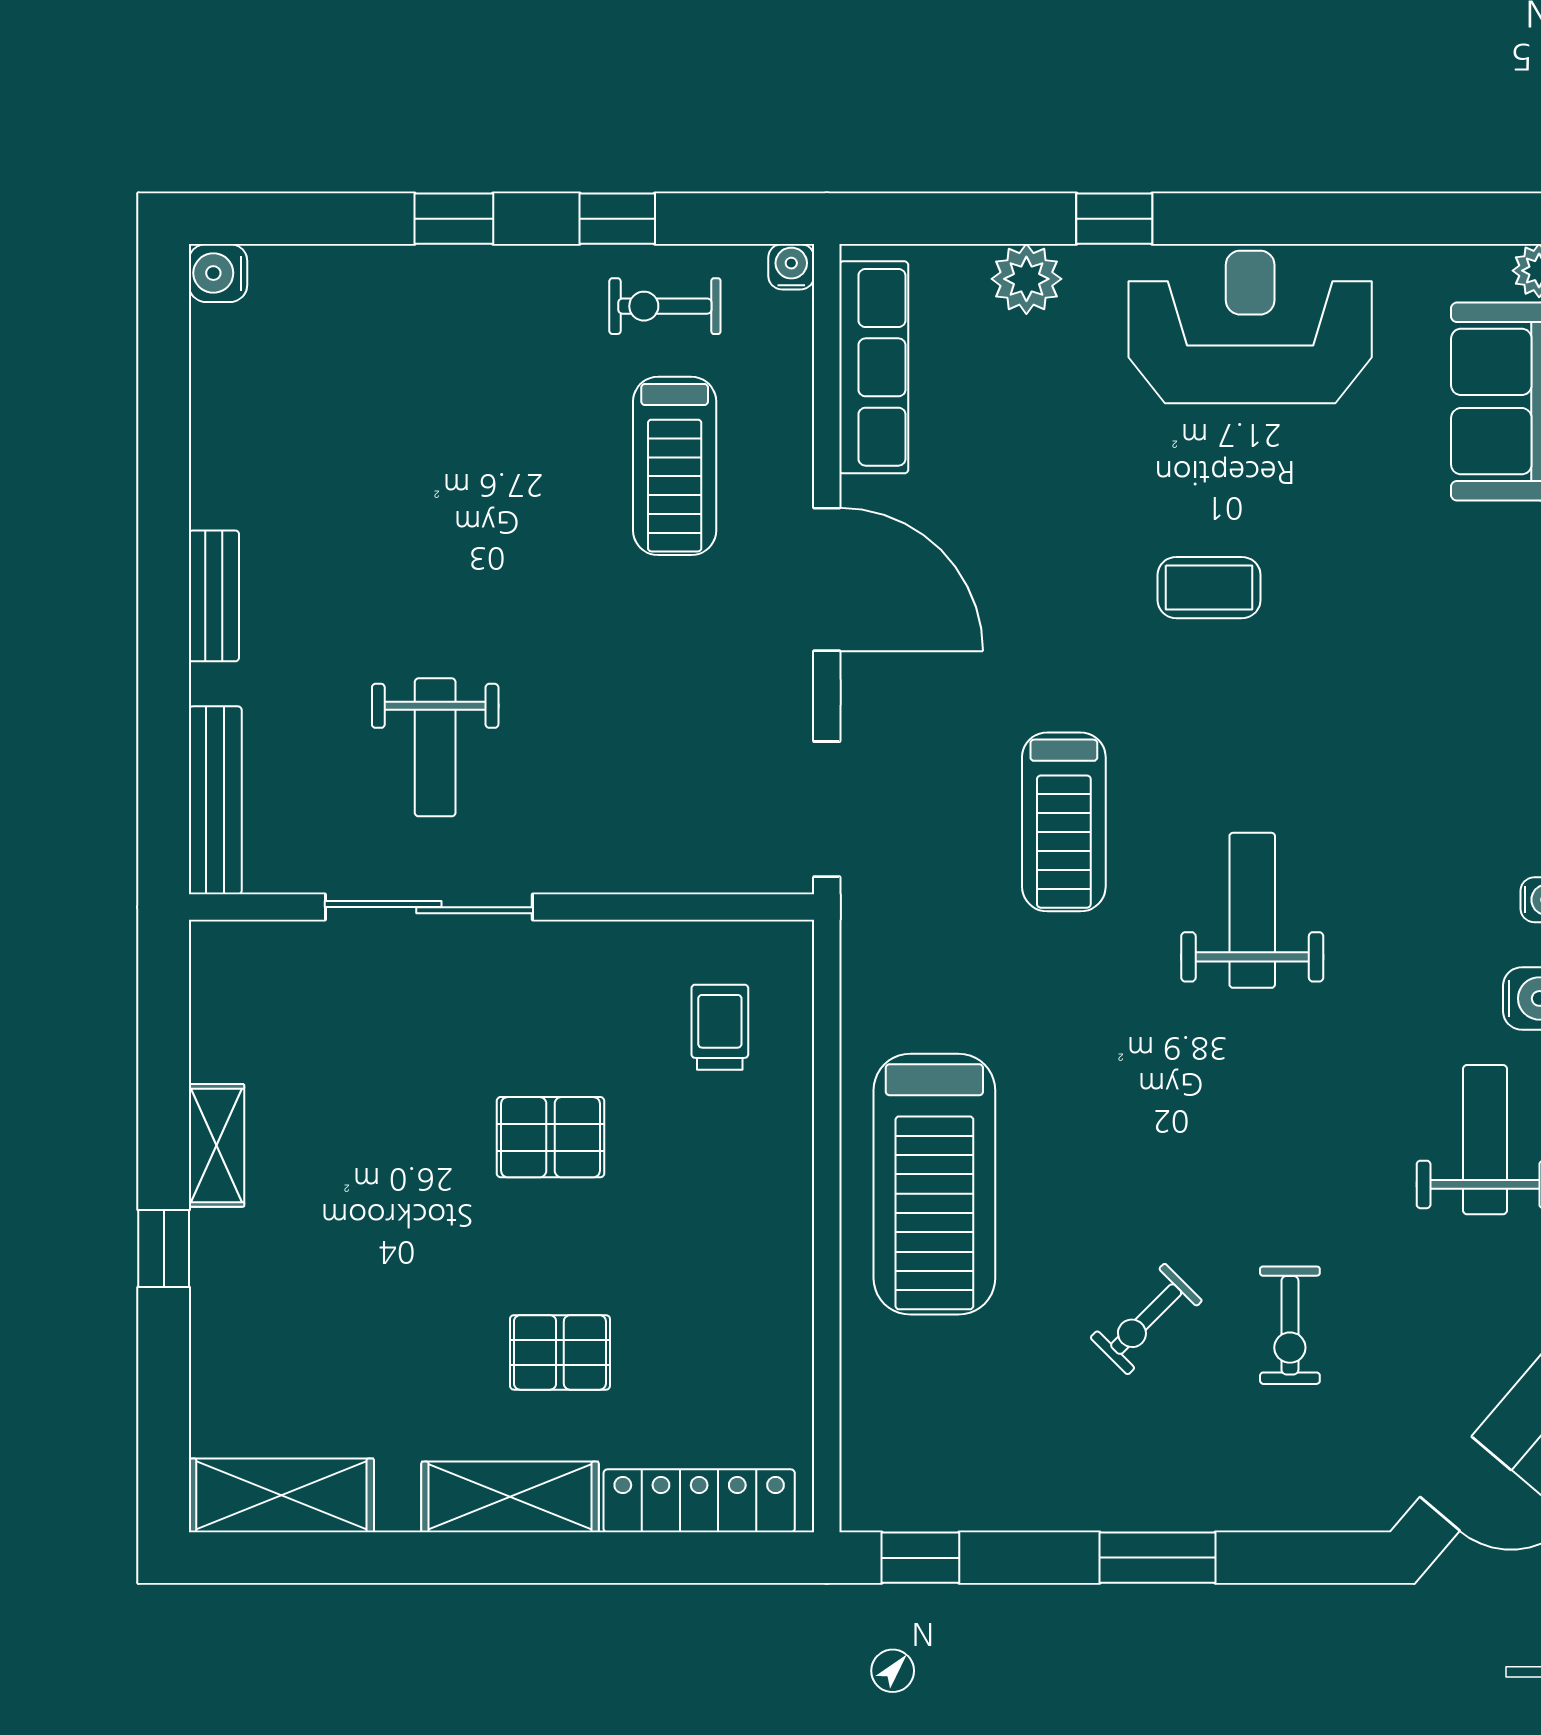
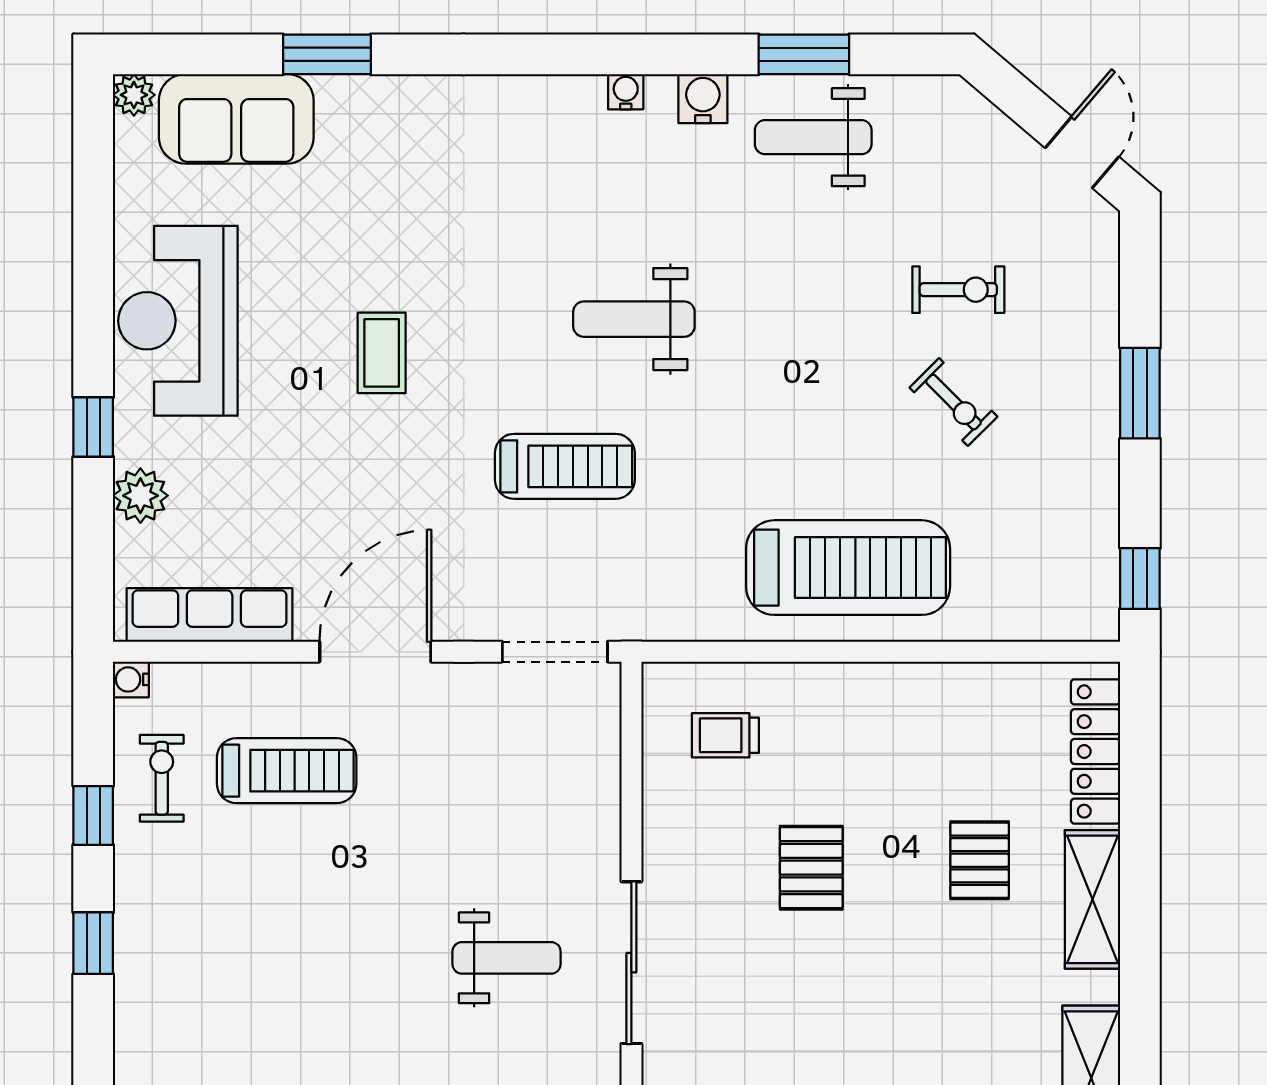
exercise bike: (665, 306) -> (162, 778), turned 180

